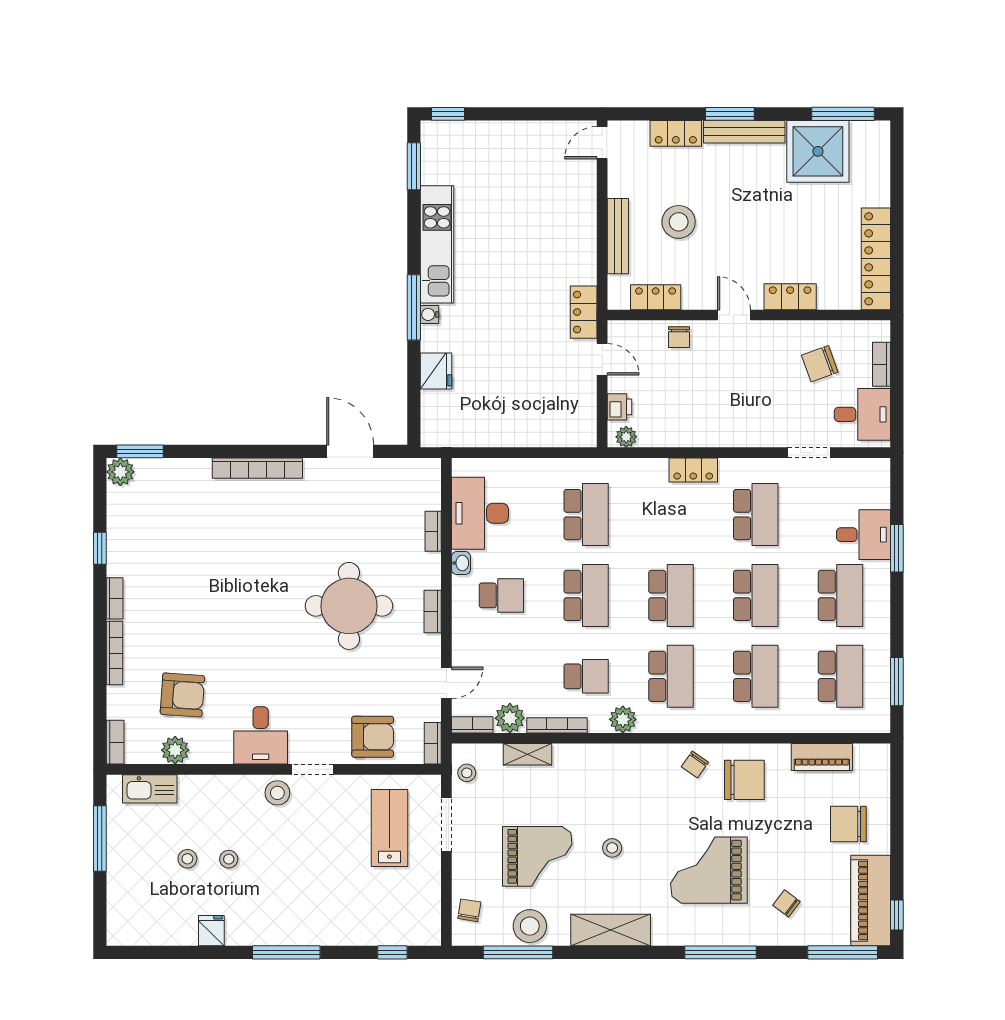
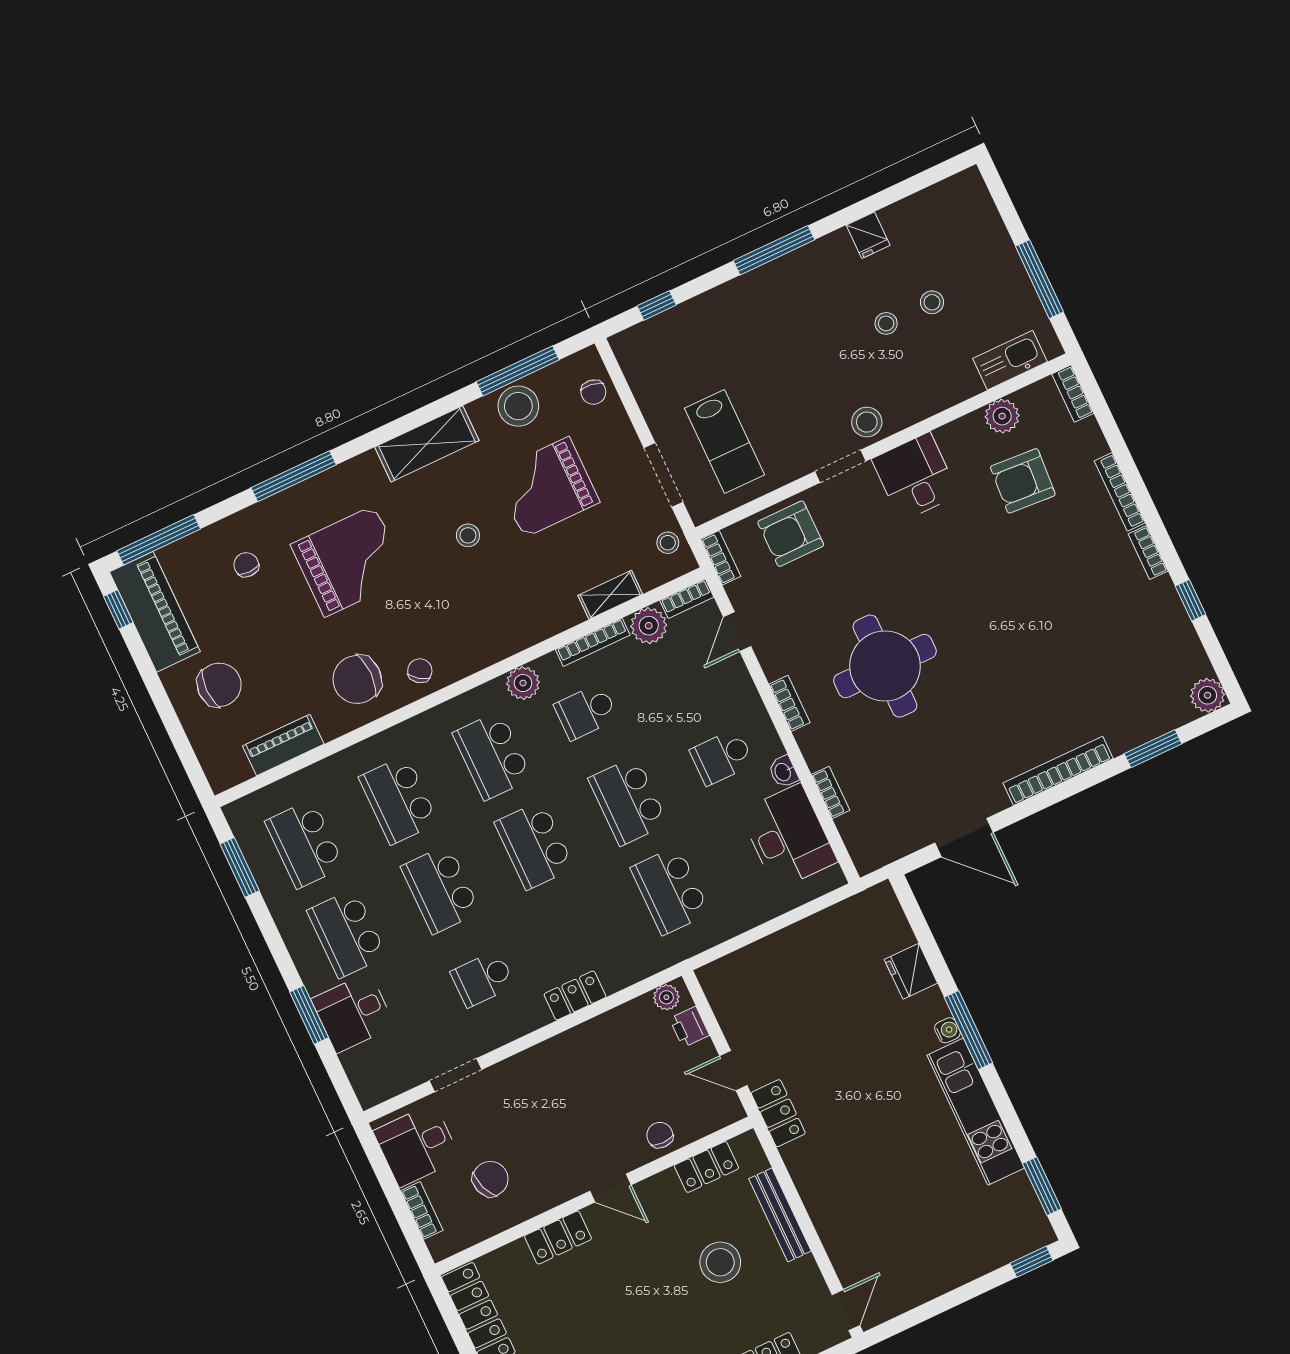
window: (140, 451) -> (1153, 749), moved
school desk: (756, 515) -> (483, 979), width x0.54
chair: (787, 903) -> (246, 565), turned -127

